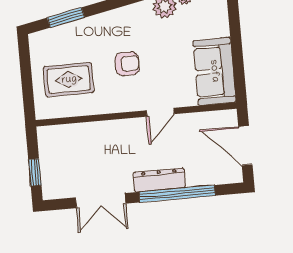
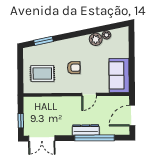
door: (245, 145) -> (132, 116), hinge flipped
double door: (101, 201) -> (42, 138), moved

